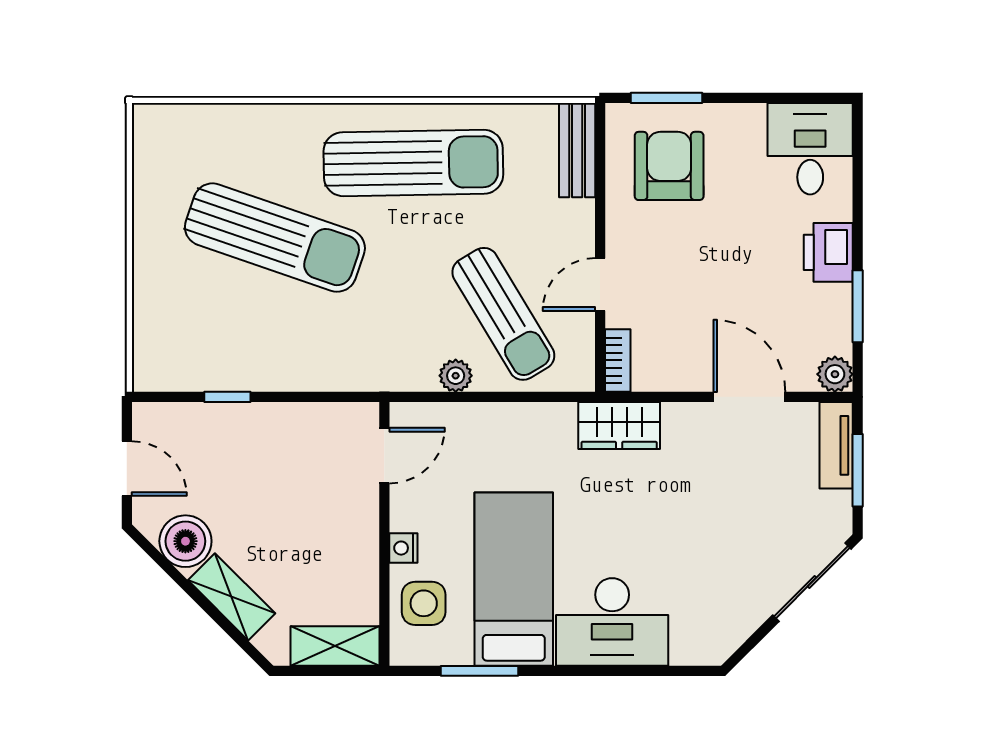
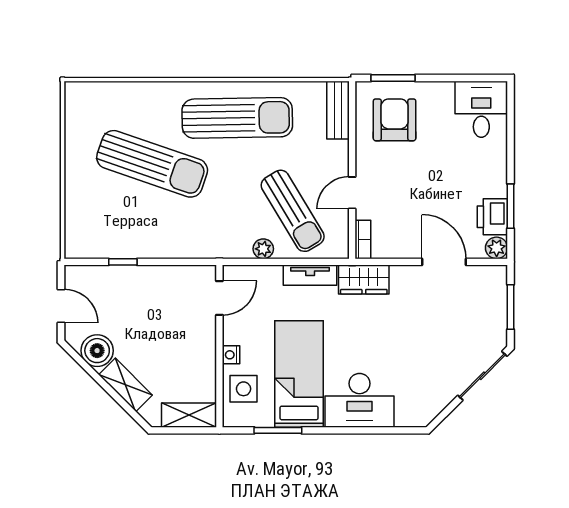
printer: (828, 252) -> (492, 217), moved
tv unit: (836, 445) -> (310, 275), moved, turned -90

